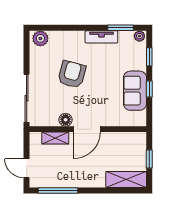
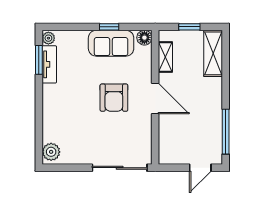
tv unit: (101, 37) -> (49, 64), moved
window: (149, 57) -> (72, 27), removed
armchair: (72, 74) -> (114, 98), moved, turned -105
floor lamp: (66, 120) -> (144, 38), moved
shelving: (55, 138) -> (165, 57), moved

